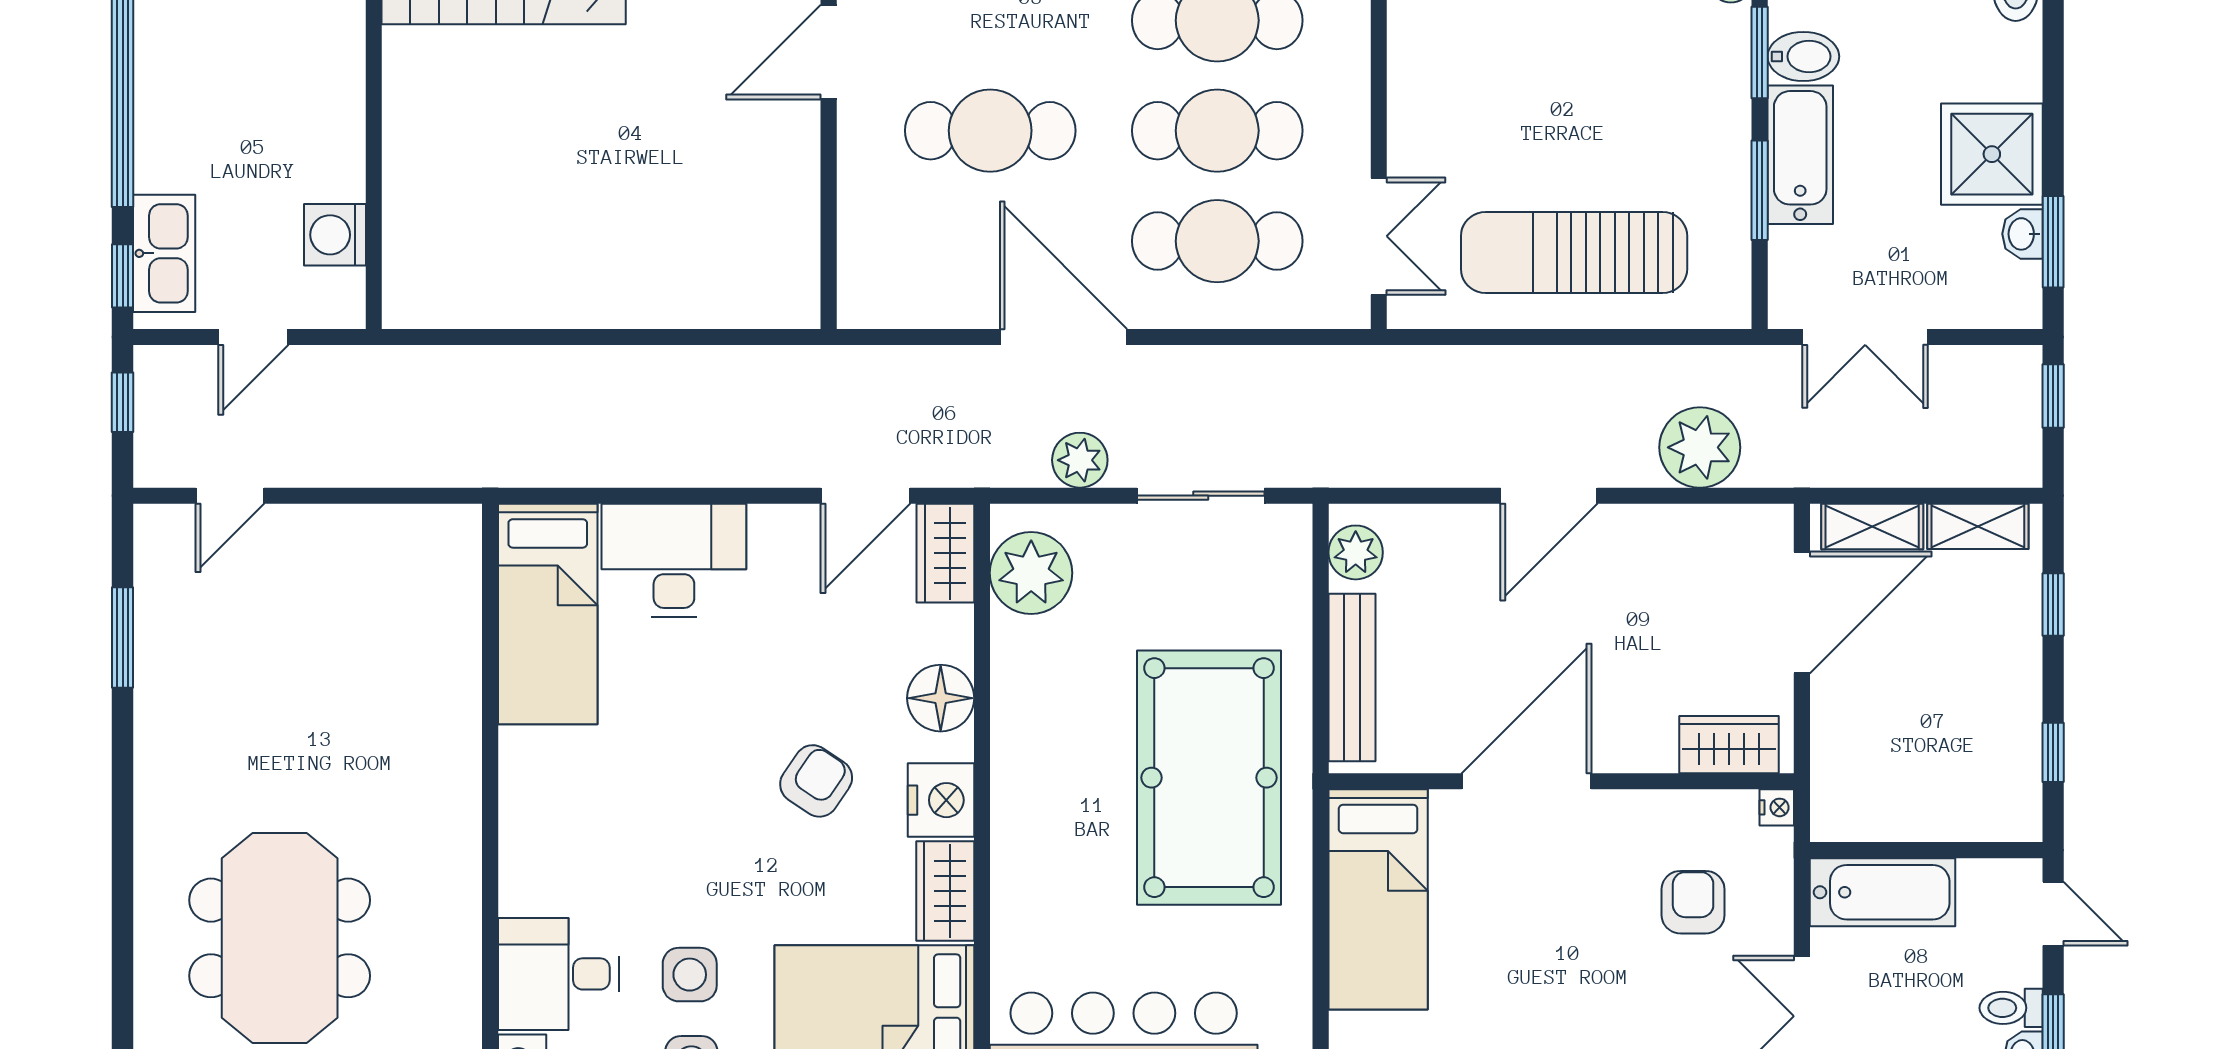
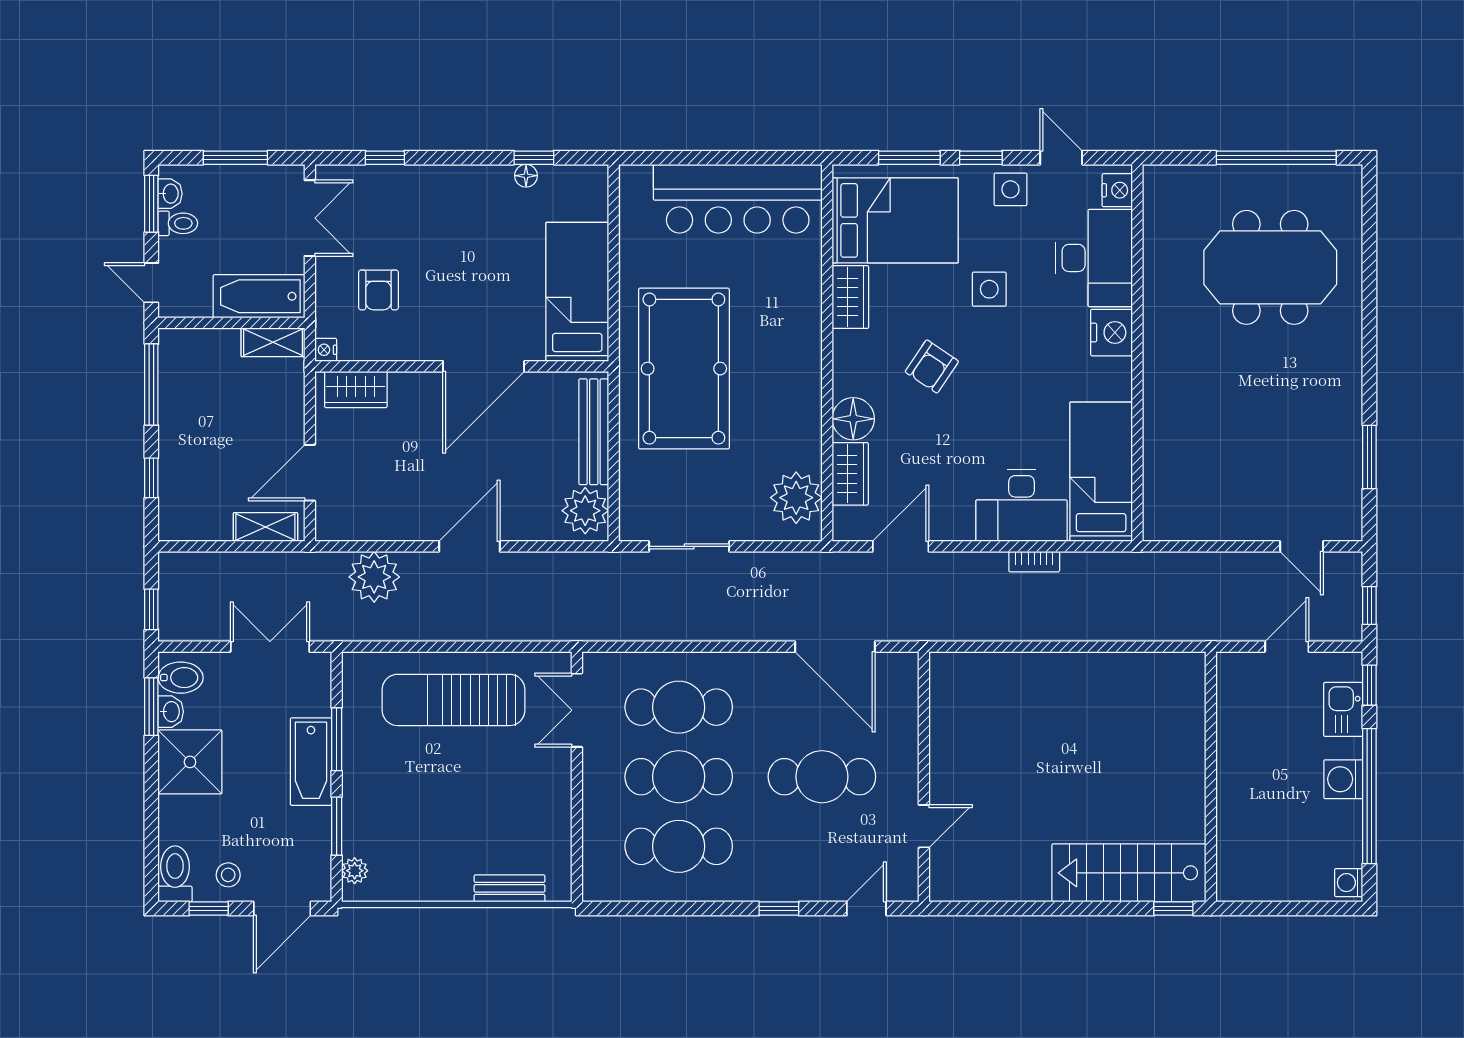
door: (829, 52) -> (924, 826), width x0.73
bidet: (1803, 56) -> (181, 678), moved, turned 180
washing machine: (335, 235) -> (1343, 779), moved, turned 180
sun lounger: (1574, 252) -> (454, 700), turned 180
kitchen sink: (164, 253) -> (1343, 709), width x0.73
door: (1064, 337) -> (835, 647), moved
plant: (1080, 460) -> (765, 569), removed
bookcase: (654, 472) -> (1034, 562), added
door: (230, 496) -> (1302, 546), swing flipped
shelving: (1978, 526) -> (273, 342), moved
plant: (1356, 552) -> (585, 511), width x1.36, depth x1.36
wardrobe: (945, 553) -> (850, 474), moved
door: (1802, 613) -> (310, 473), width x0.73
window: (2053, 752) -> (151, 385), width x2.17
nightstand: (941, 800) -> (1112, 333), moved, turned 180
meeting table: (280, 938) -> (1270, 267), turned 90
desk: (559, 974) -> (1094, 258), width x1.37
side table: (690, 975) -> (989, 289), moved

